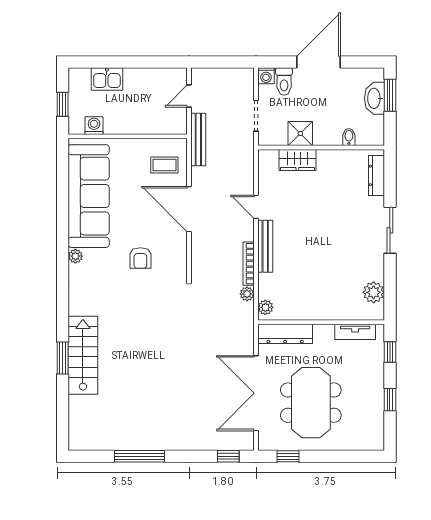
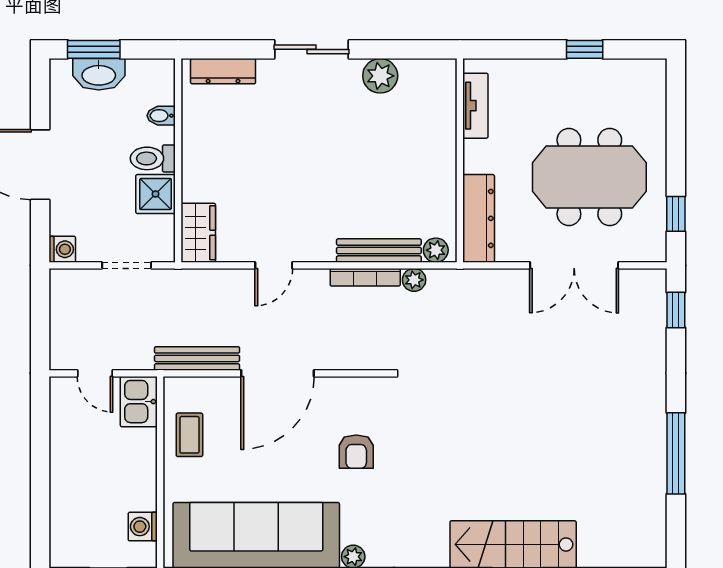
kitchen sink: (107, 79) -> (139, 402), moved, turned 180
toilet: (284, 81) -> (153, 158), moved, turned 180
bench: (198, 139) -> (197, 358), moved
wardrobe: (297, 160) -> (198, 233), moved
coffee table: (164, 165) -> (189, 435), moved
bench: (265, 246) -> (379, 251), moved
armchair: (140, 258) -> (356, 452), turned 90
plant: (374, 292) -> (380, 76), moved
window: (390, 352) -> (508, 49), removed
double door: (256, 393) -> (574, 265), width x0.73

